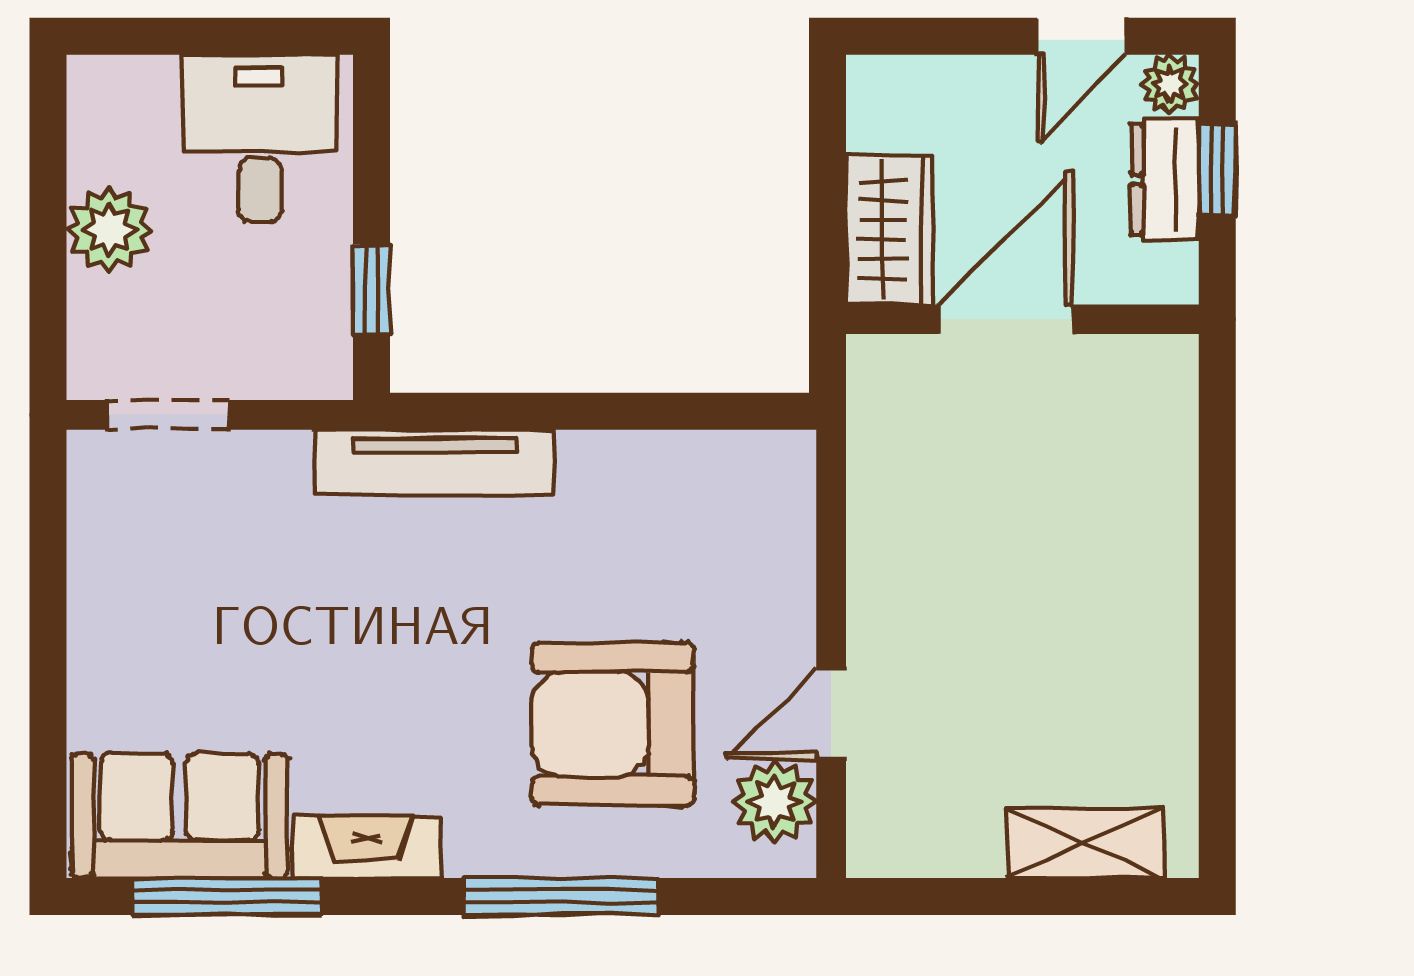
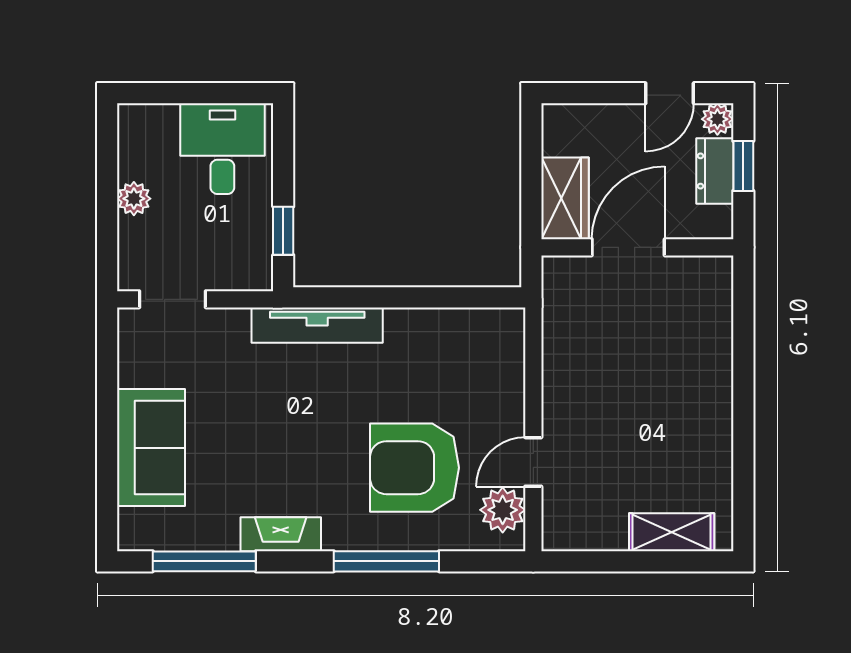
plant: (109, 230) -> (134, 199), width x0.73, depth x0.73
sofa: (180, 816) -> (151, 448), moved, turned 90

